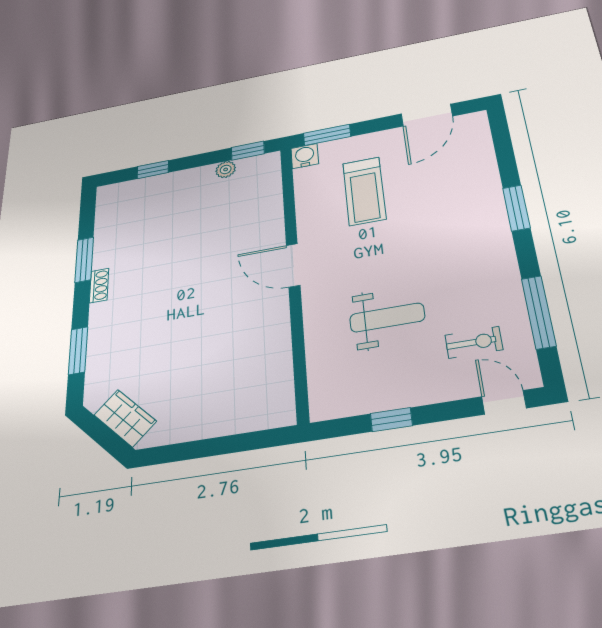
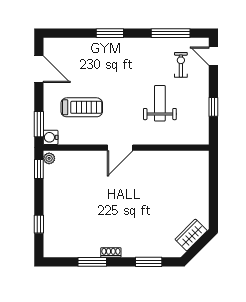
plant: (226, 169) -> (49, 158), moved
door: (504, 402) -> (213, 56), hinge flipped

